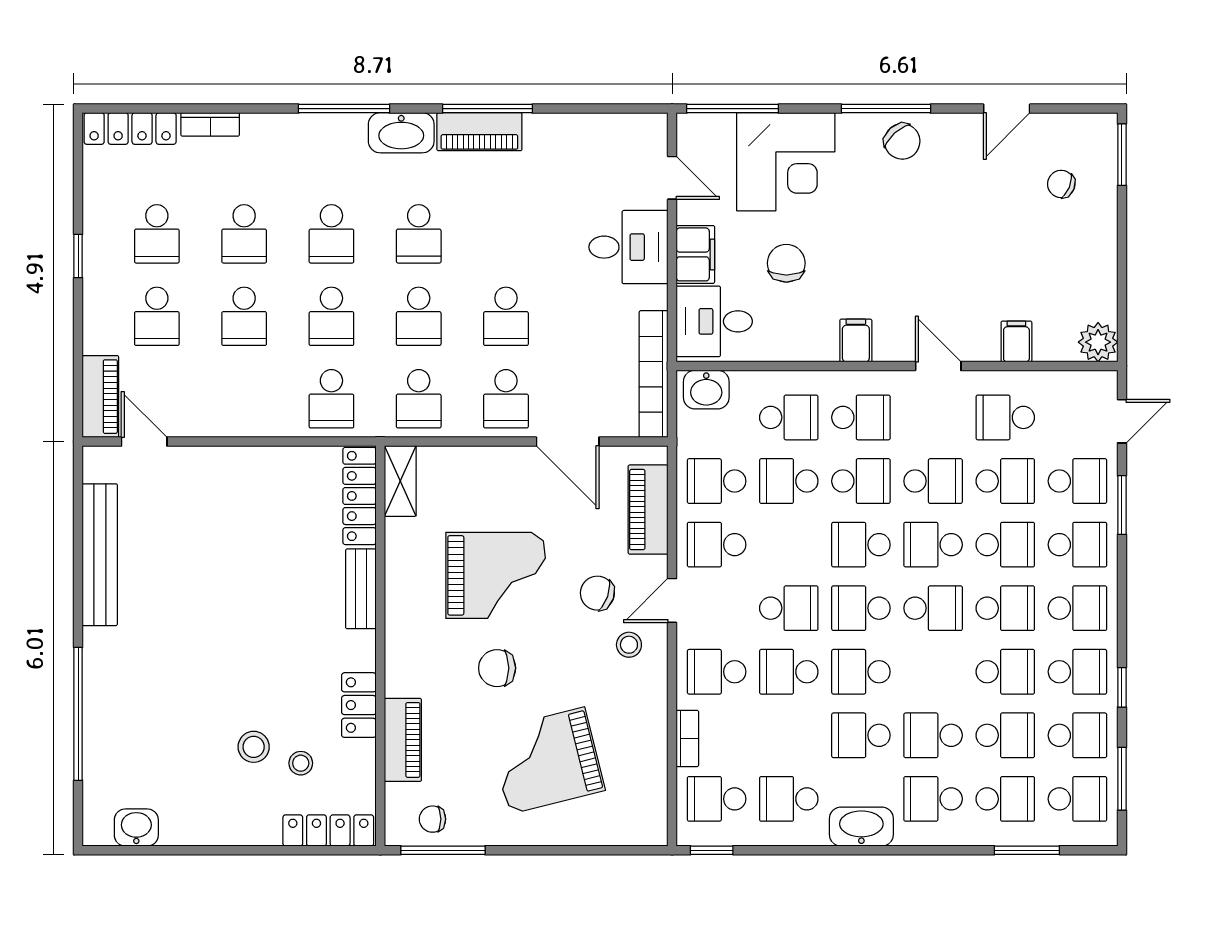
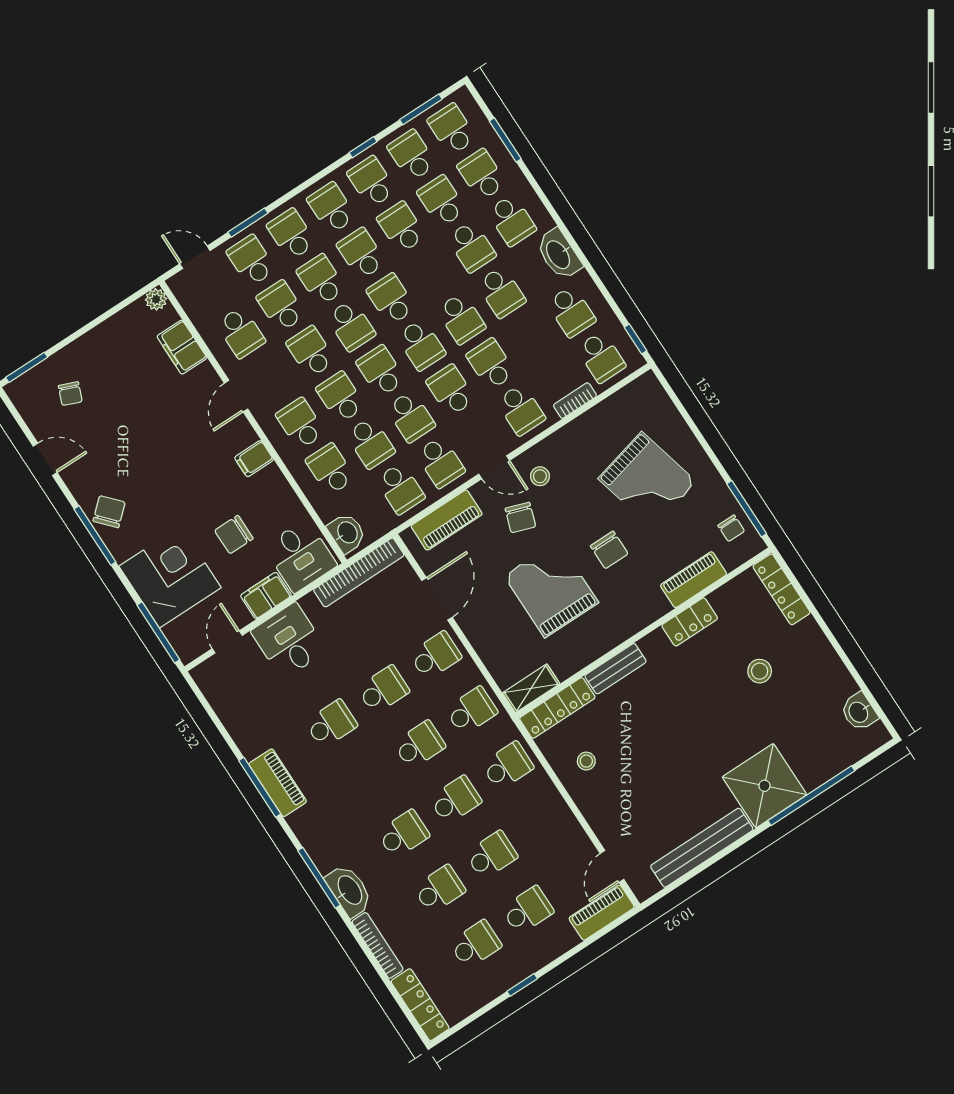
bookcase: (210, 124) -> (378, 945), width x1.56
washbasin: (401, 133) -> (349, 891), moved
school desk: (419, 234) -> (331, 724), moved
filing cabinet: (1016, 341) -> (182, 347), width x2.00
plant: (1098, 342) -> (156, 299), width x0.73, depth x0.73
school desk: (789, 545) -> (411, 417), added
school desk: (861, 545) -> (381, 371), turned 180
shower: (123, 669) -> (764, 786), added
school desk: (789, 672) -> (491, 364), turned 180
stool: (301, 763) -> (586, 761), moved

